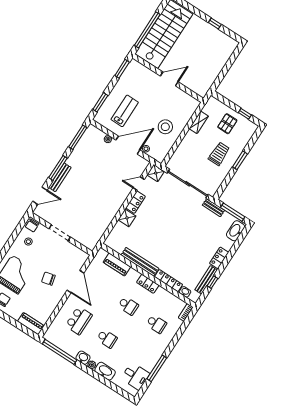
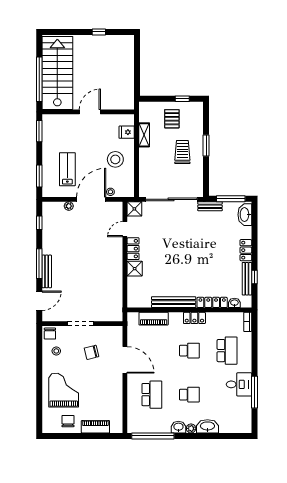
fridge: (187, 112) -> (127, 132), added
window: (78, 137) -> (39, 223), width x0.46
chair: (48, 279) -> (91, 352), moved
piano: (31, 324) -> (95, 427), moved
school desk: (156, 324) -> (227, 351), width x1.85
desk: (135, 376) -> (239, 384), moved

